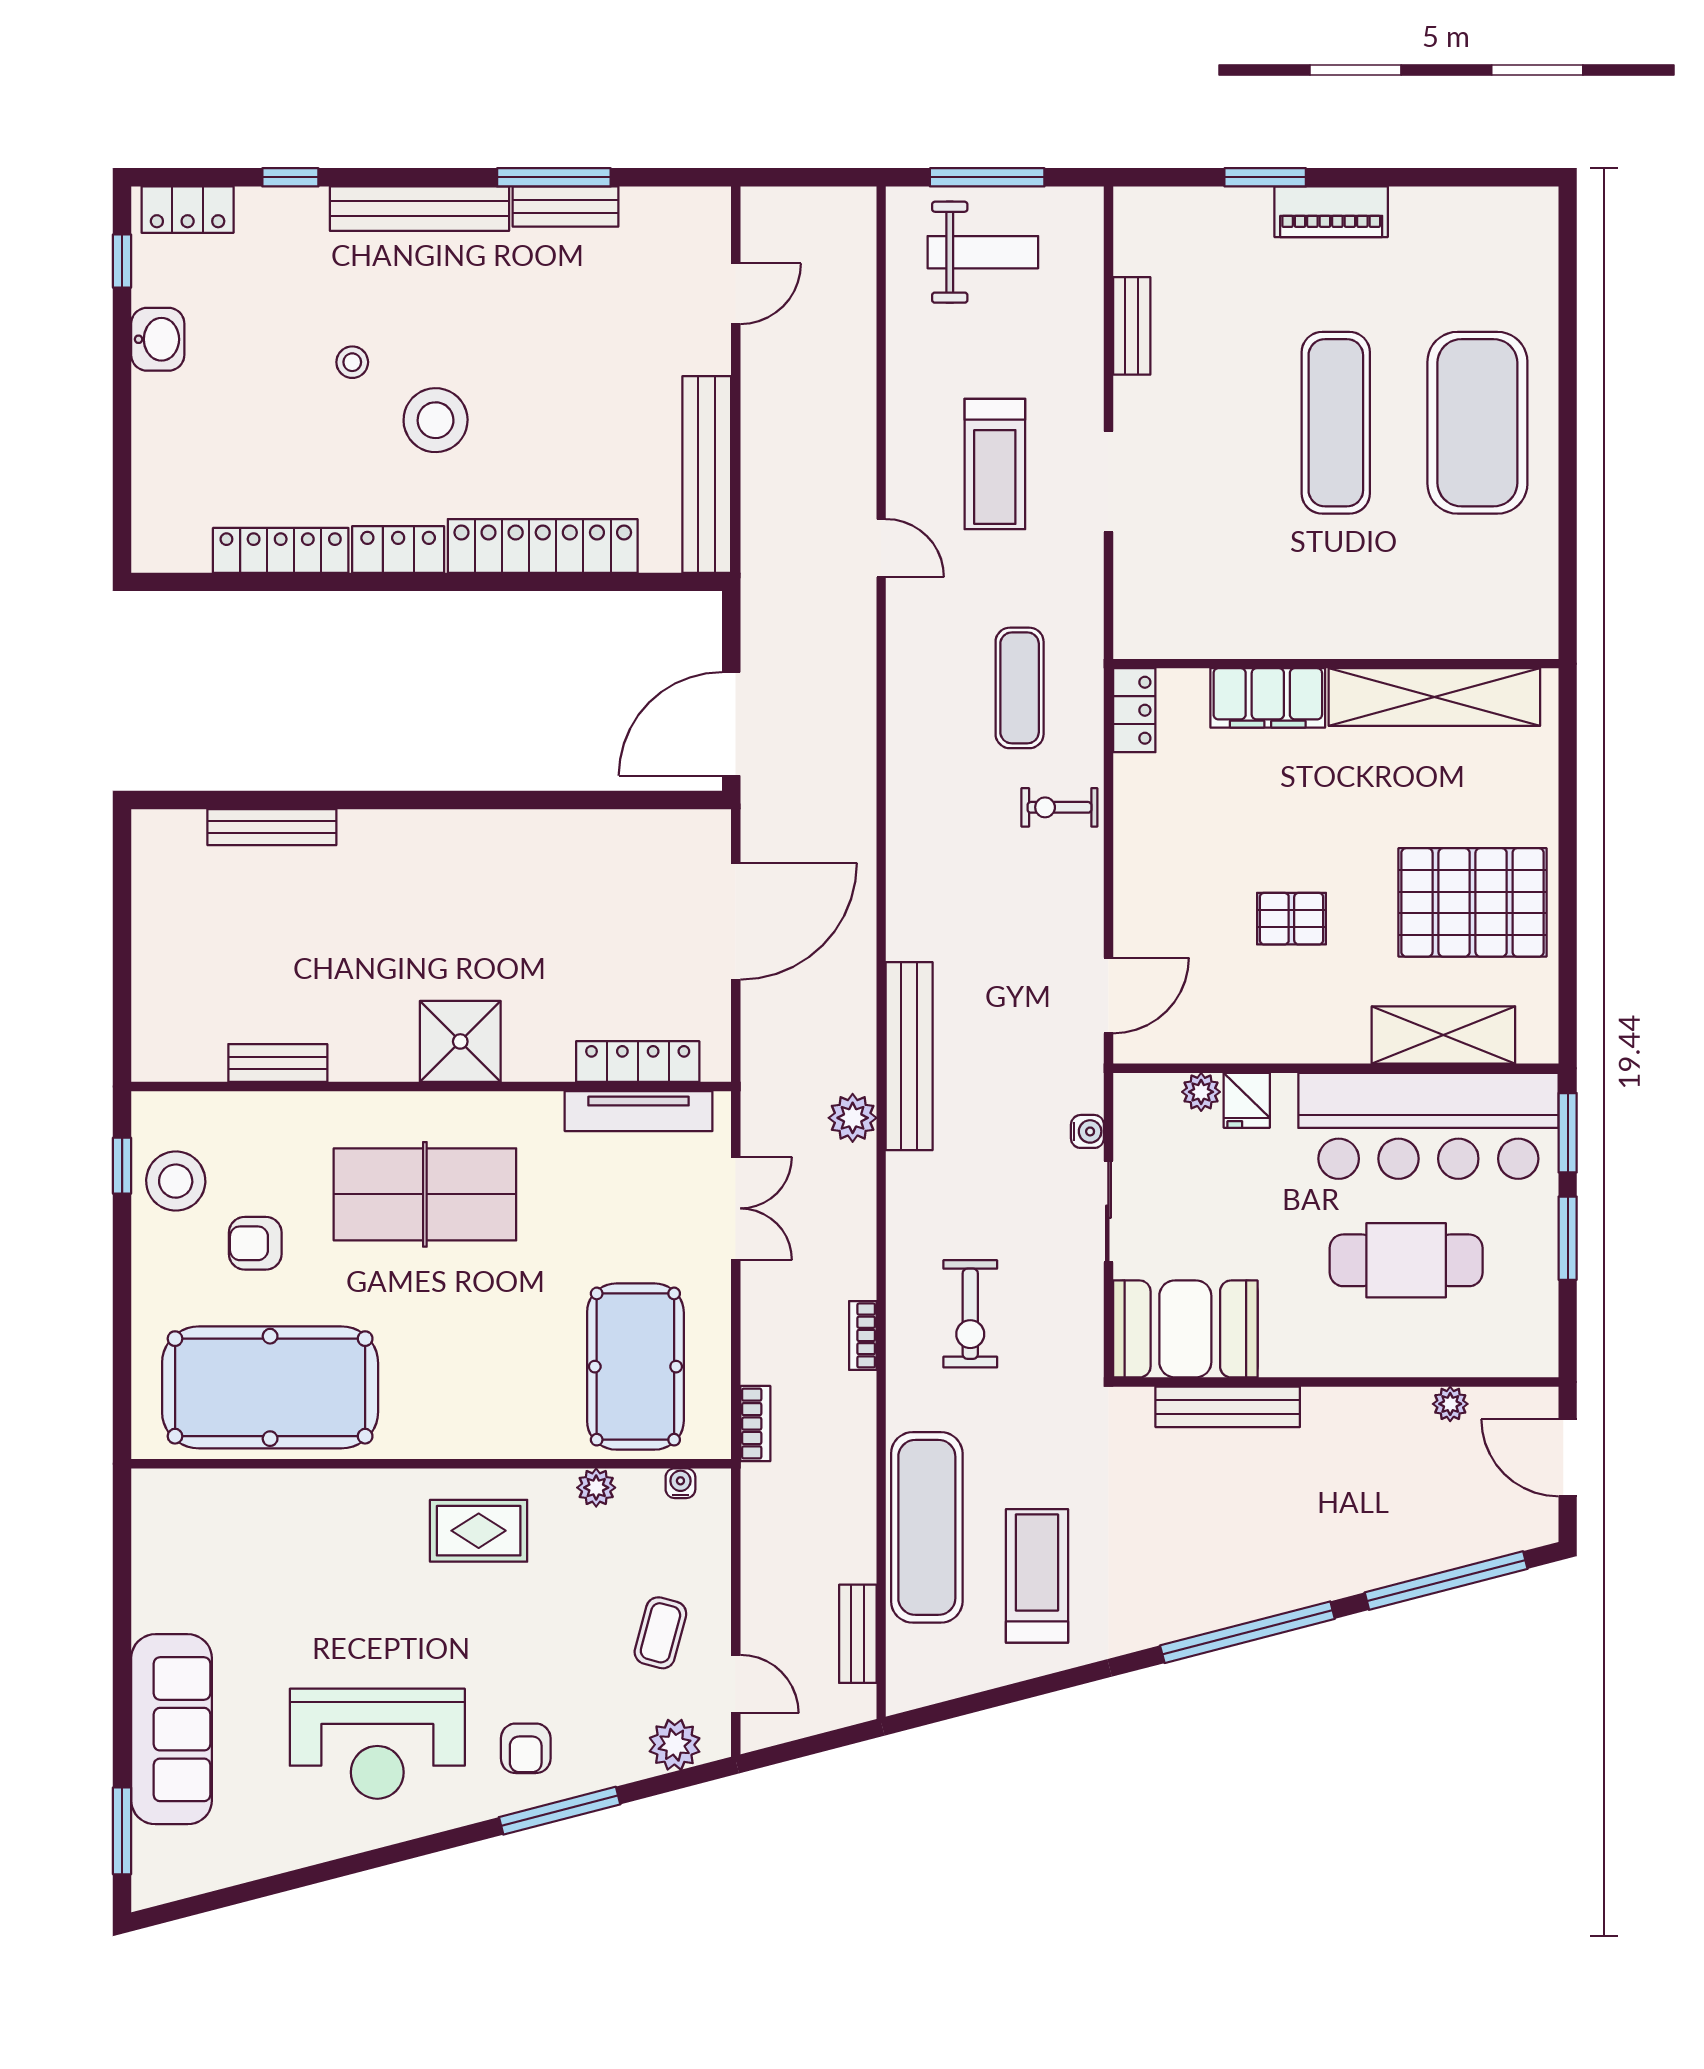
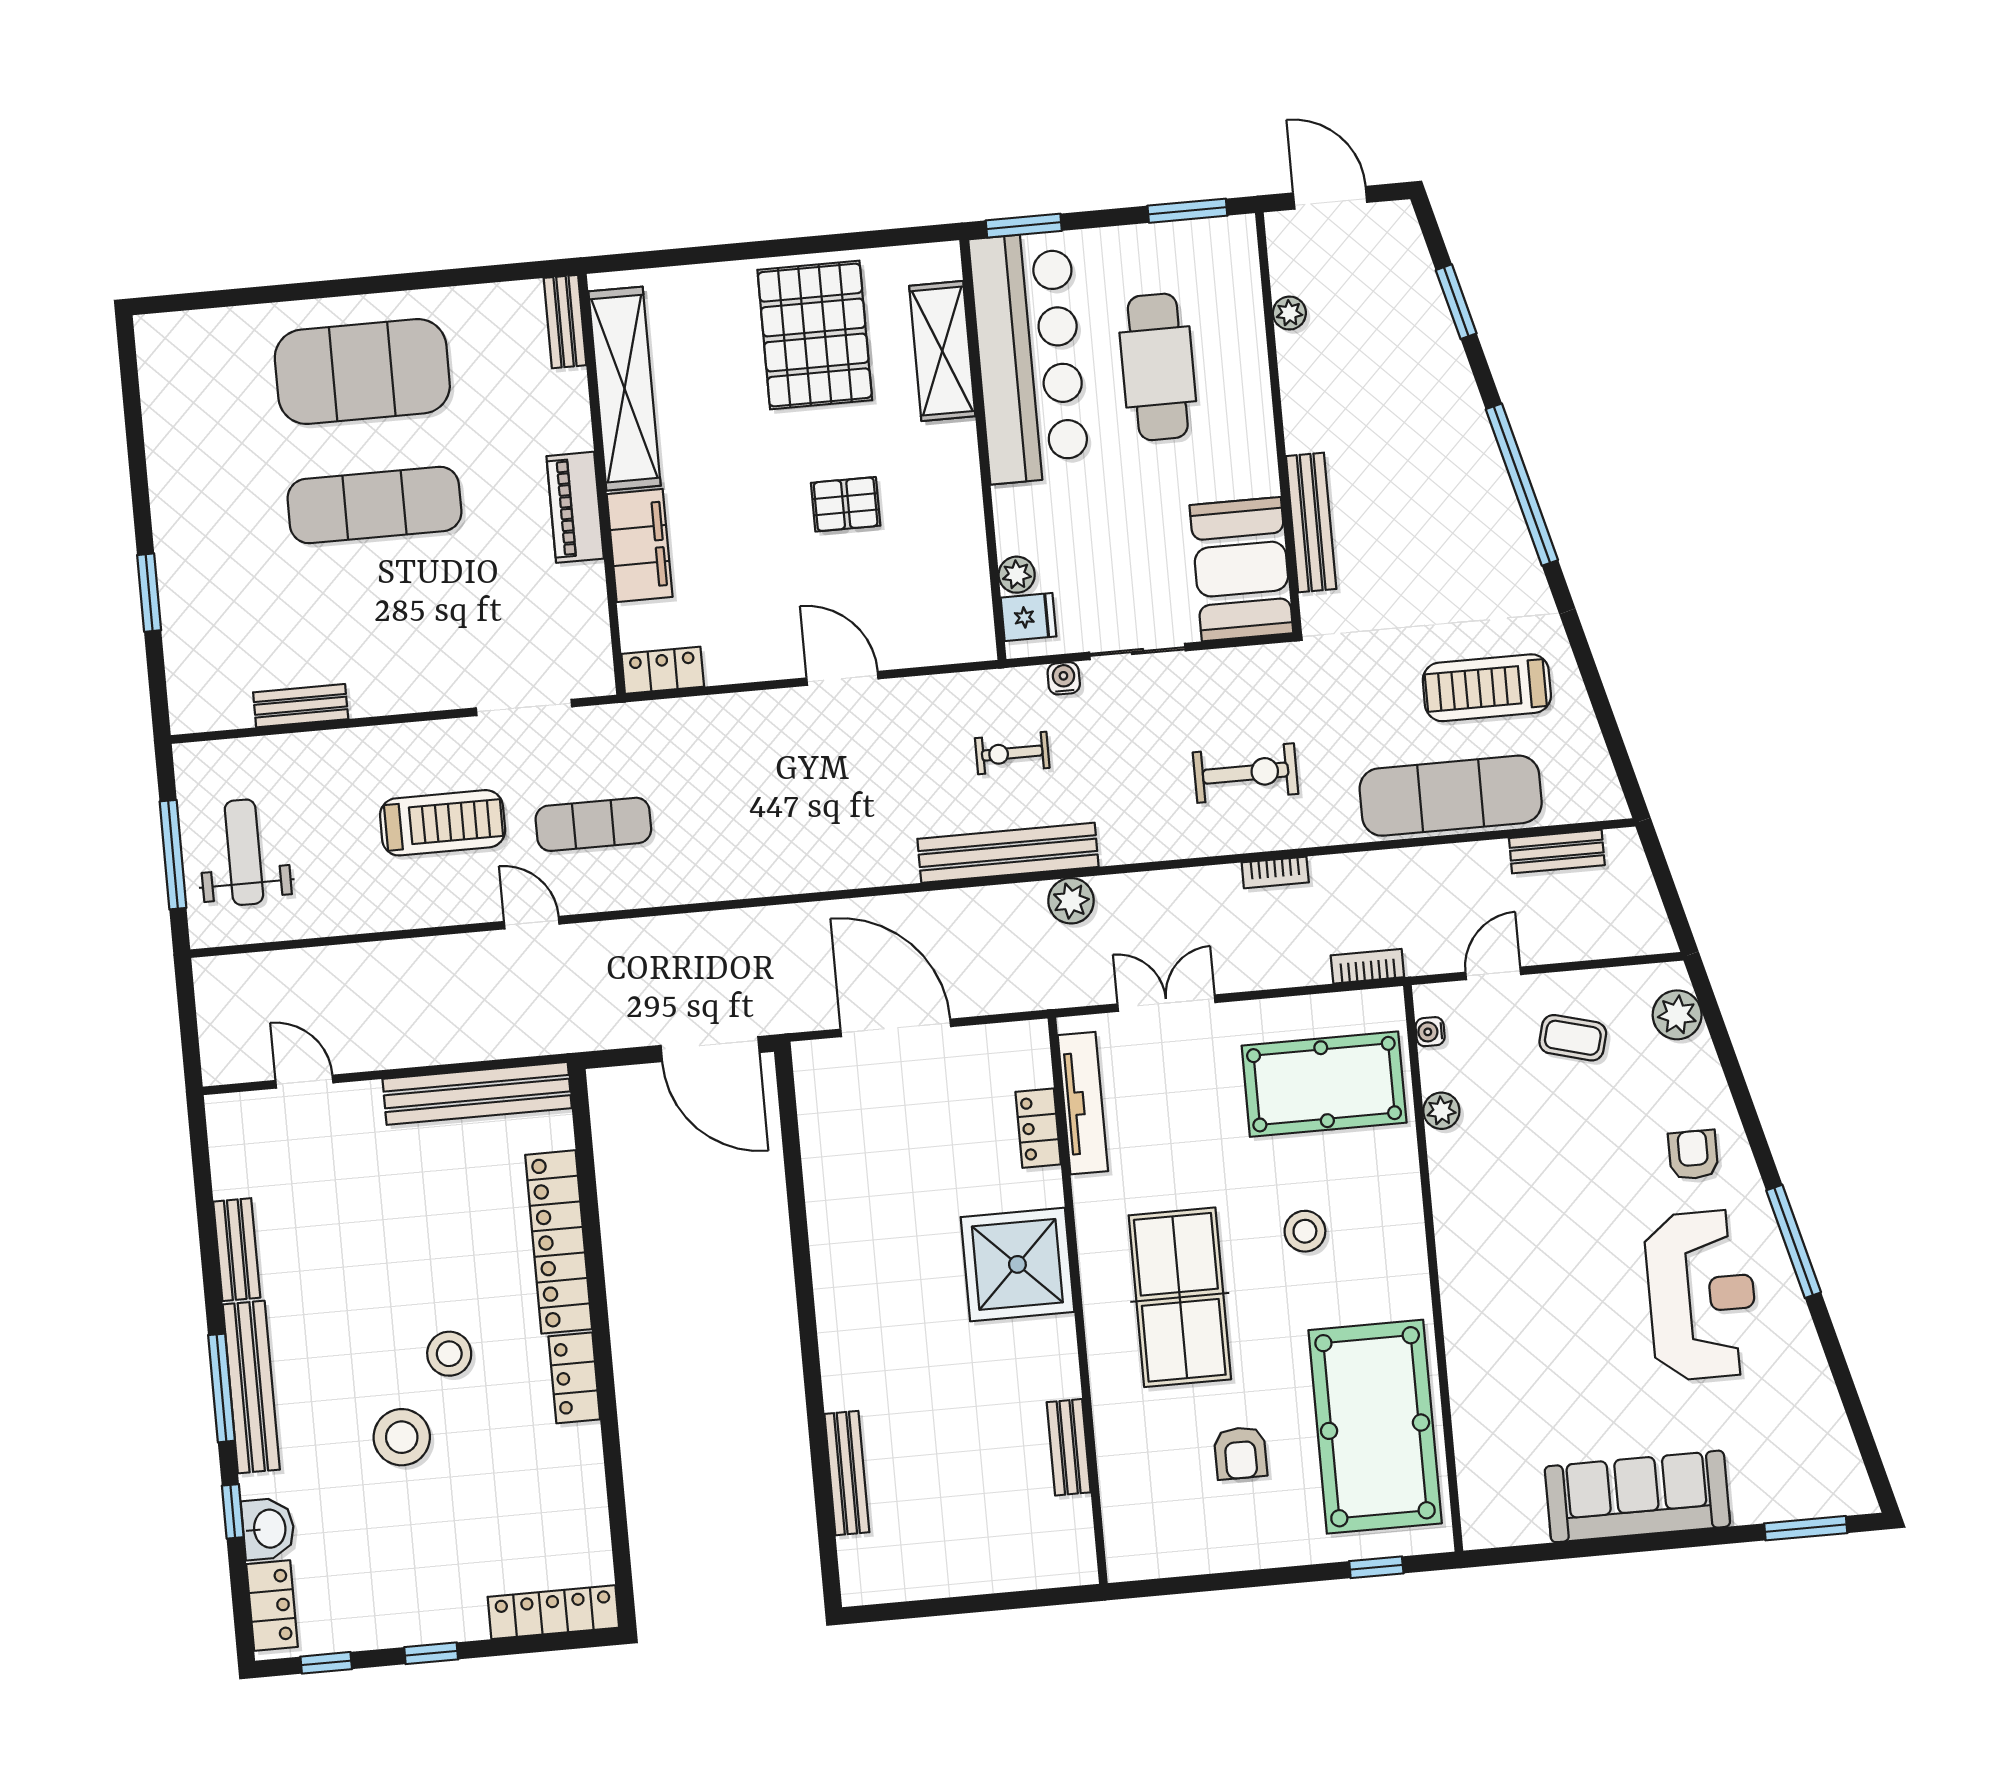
window: (554, 177) -> (222, 1388), moved
piano: (1331, 212) -> (575, 507), moved, turned 180
washbasin: (158, 339) -> (268, 1529), moved, turned 90
stool: (352, 362) -> (402, 1437), width x1.89, depth x1.89
window: (122, 372) -> (431, 1653), added
stool: (436, 420) -> (449, 1354), width x0.73, depth x0.73
doorway: (1108, 482) -> (524, 707), moved
door: (881, 548) -> (532, 923), hinge flipped
locker: (281, 550) -> (553, 1612), moved, turned 90
bench: (1511, 641) -> (565, 322), added
exercise mat: (1020, 688) -> (593, 824), moved
exercise bike: (1059, 807) -> (1012, 753), moved, turned 90
pallet: (1291, 919) -> (846, 504), turned 90
door: (1108, 995) -> (842, 678), moved
shower: (460, 1041) -> (1017, 1264), width x1.37, depth x1.37
locker: (638, 1062) -> (1038, 1128), width x0.66
fridge: (1247, 1100) -> (1029, 617), moved
window: (122, 1166) -> (1376, 1567), moved
stool: (176, 1181) -> (1305, 1231), moved, width x0.73, depth x0.73
window: (1568, 1238) -> (1187, 211), moved
door: (1568, 1458) -> (1330, 198), swing flipped
rug: (479, 1531) -> (1492, 1218), removed
window: (1446, 1581) -> (1456, 302), width x0.47
door: (736, 1684) -> (1493, 973), moved
sofa: (172, 1729) -> (1637, 1496), moved
armchair: (526, 1748) -> (1693, 1155), turned -90
window: (560, 1811) -> (1794, 1241), moved

